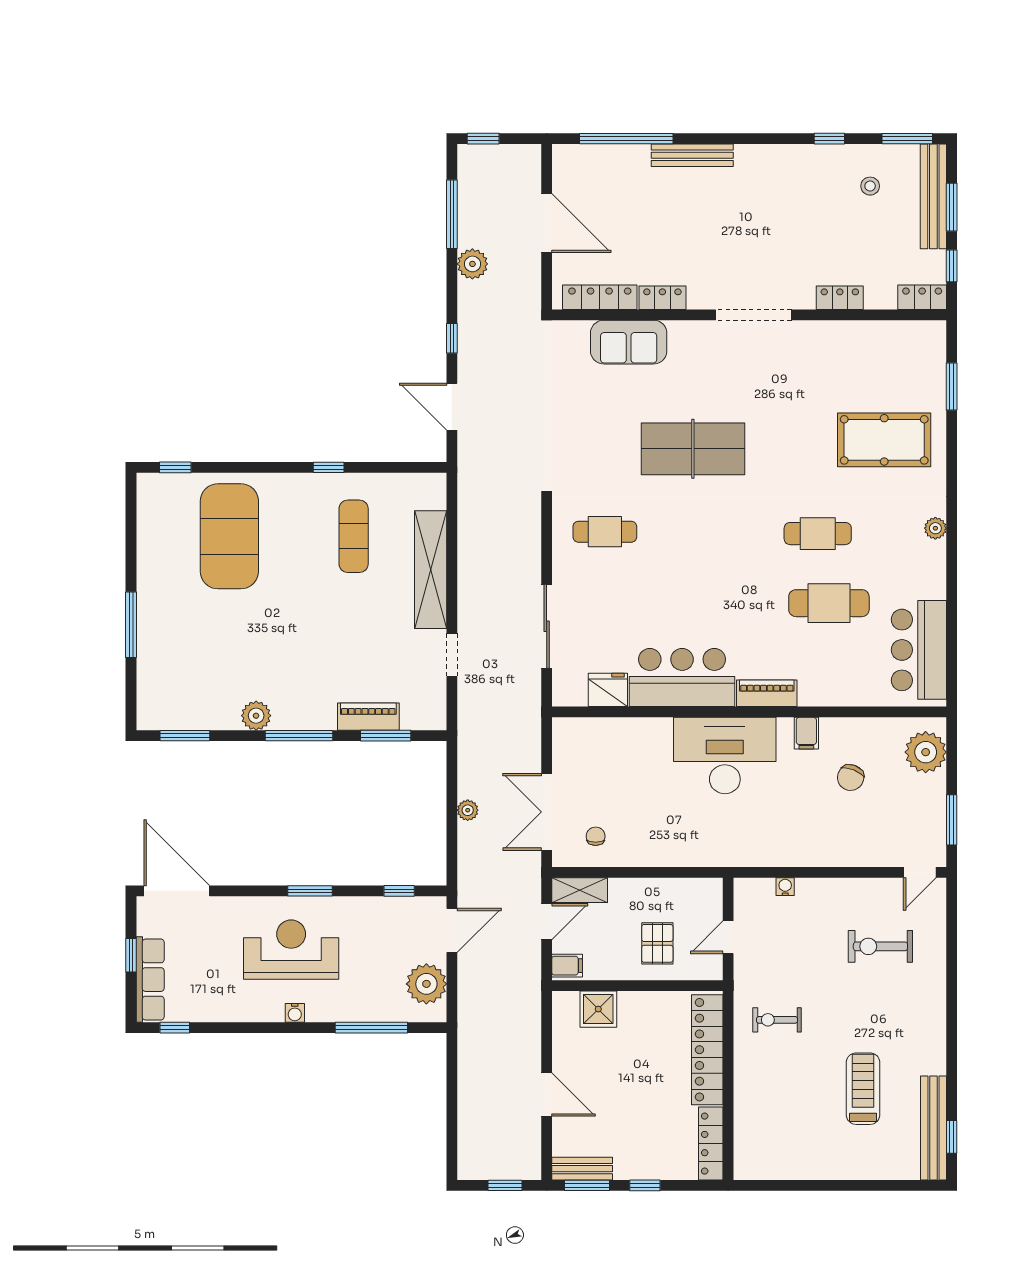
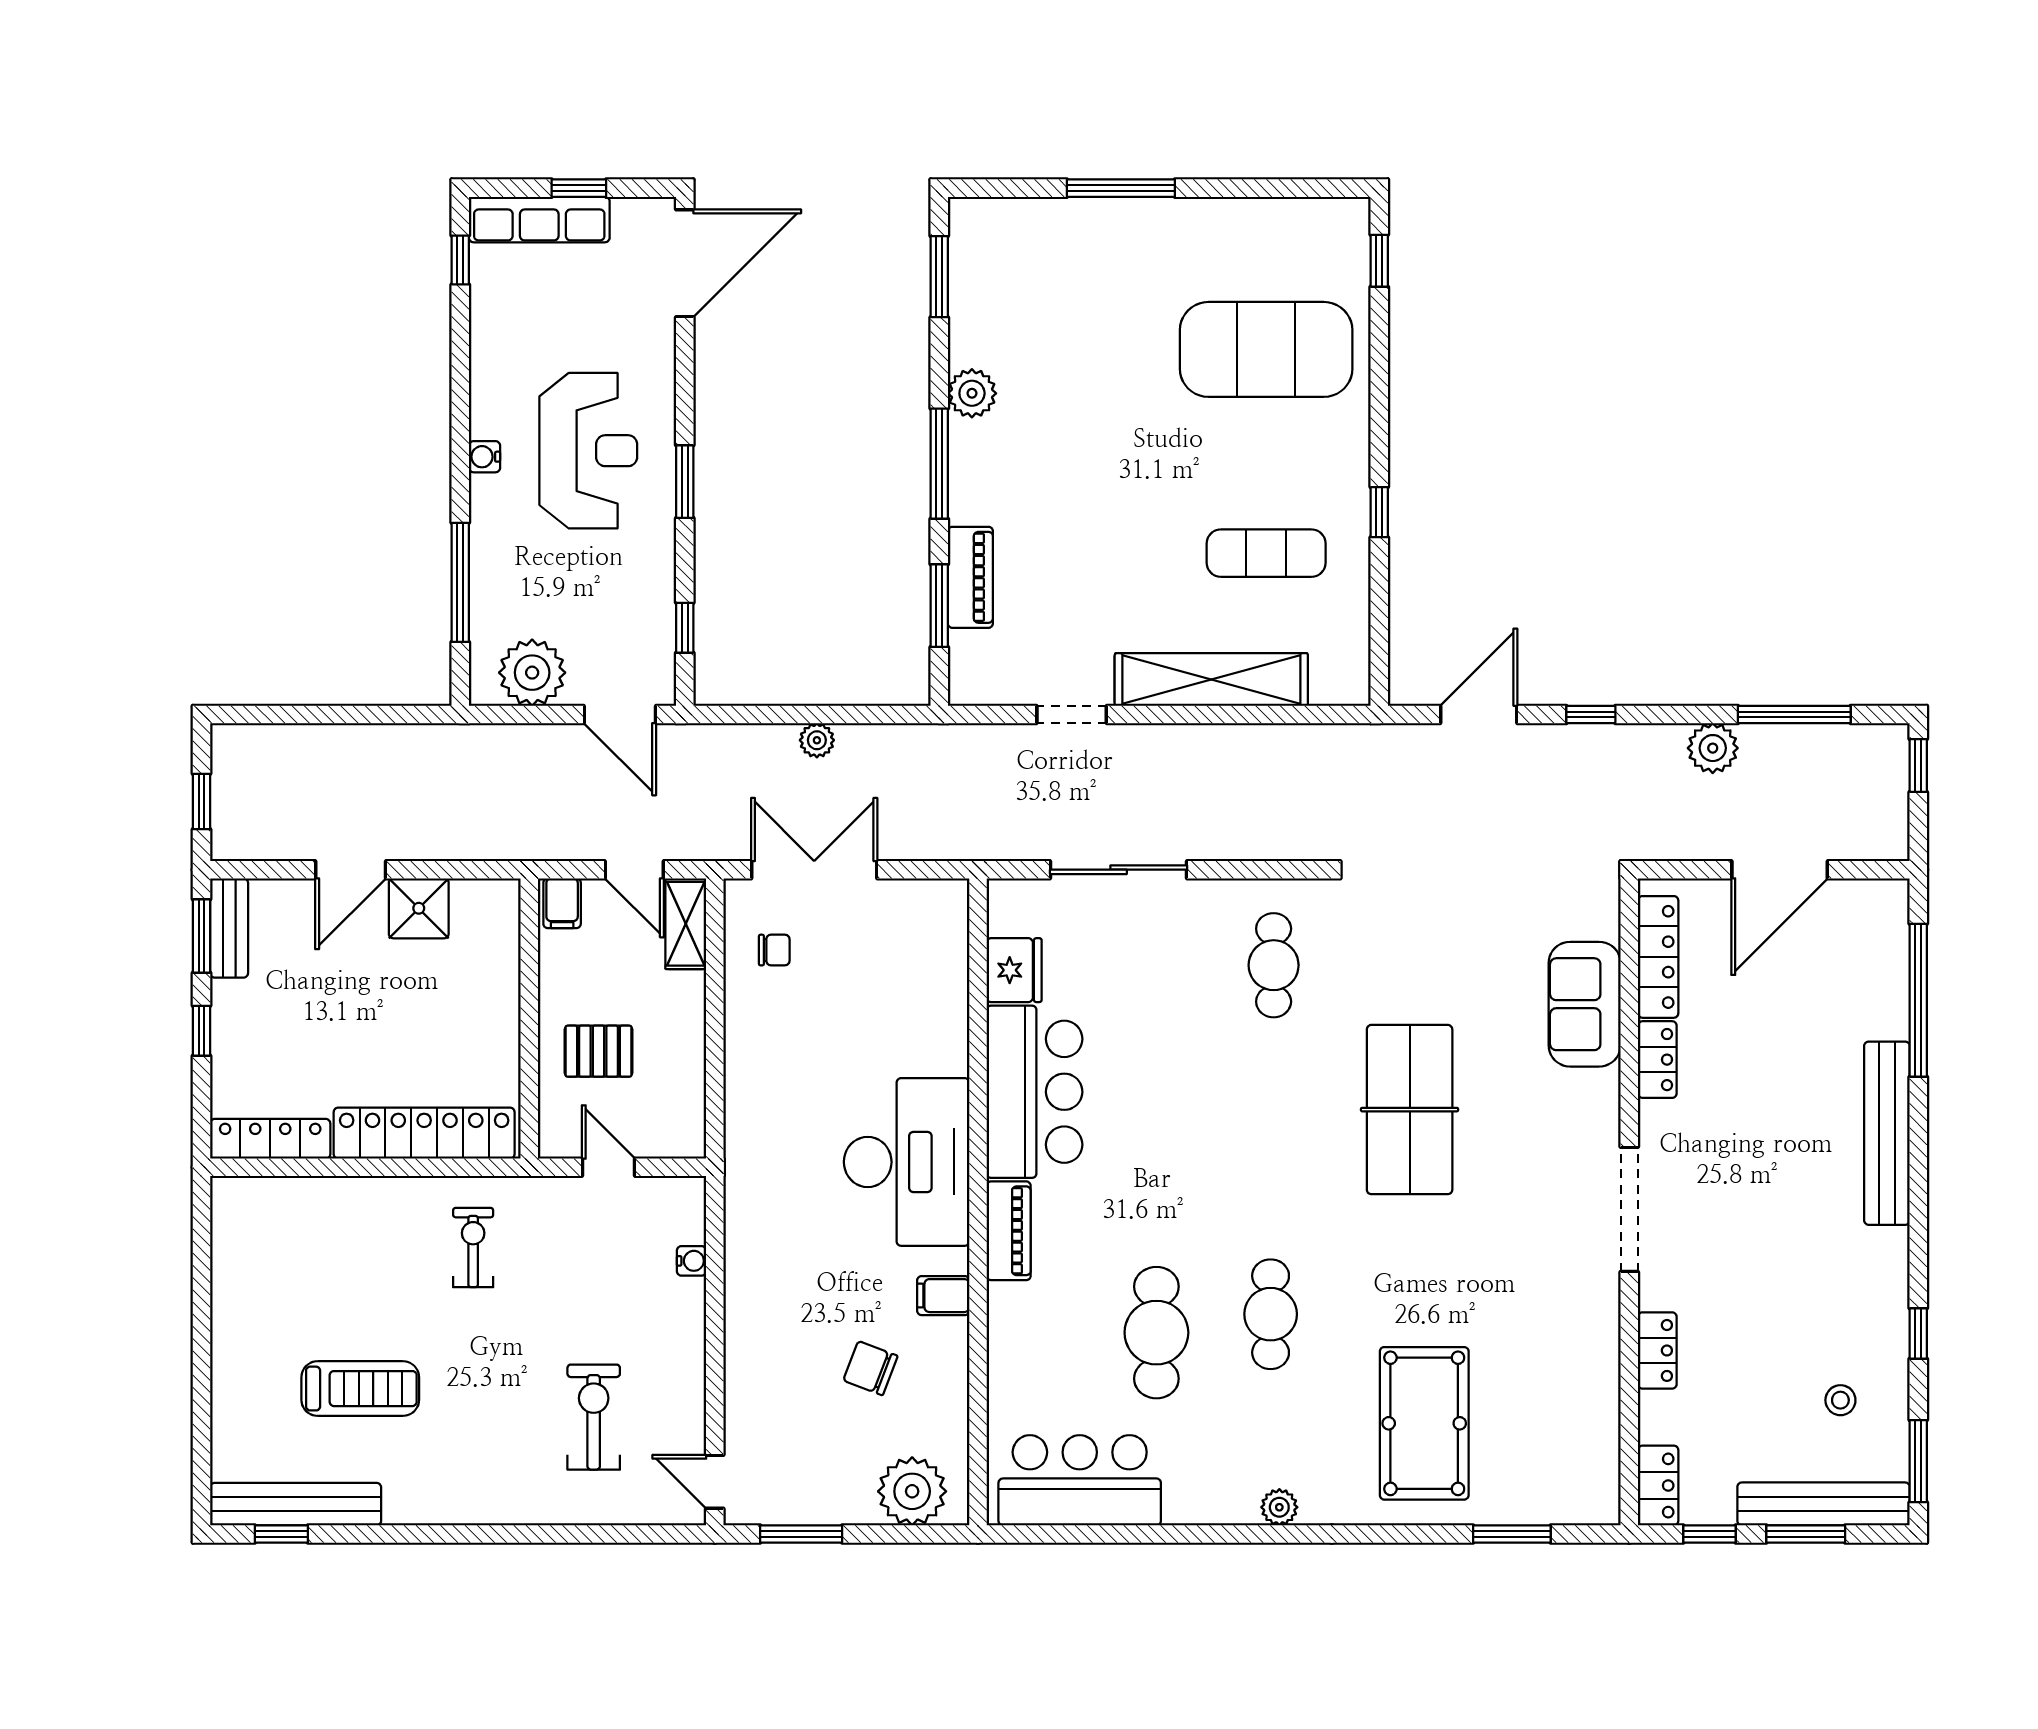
bench: (692, 155) -> (1887, 1133), width x1.37, depth x1.21
shower: (598, 1009) -> (419, 908), moved

